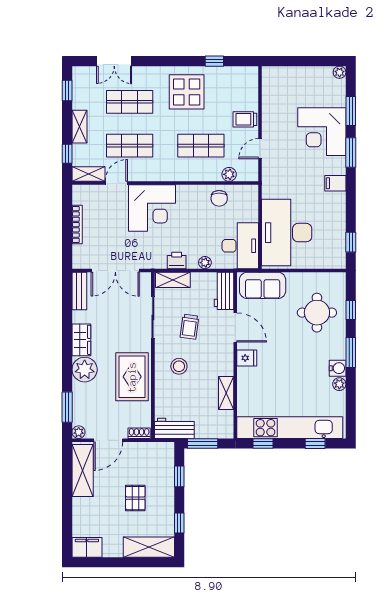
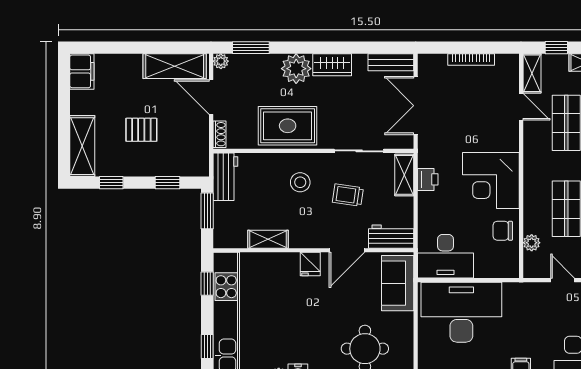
corner desk: (152, 208) -> (491, 180), moved
plant: (205, 263) -> (425, 214), removed

